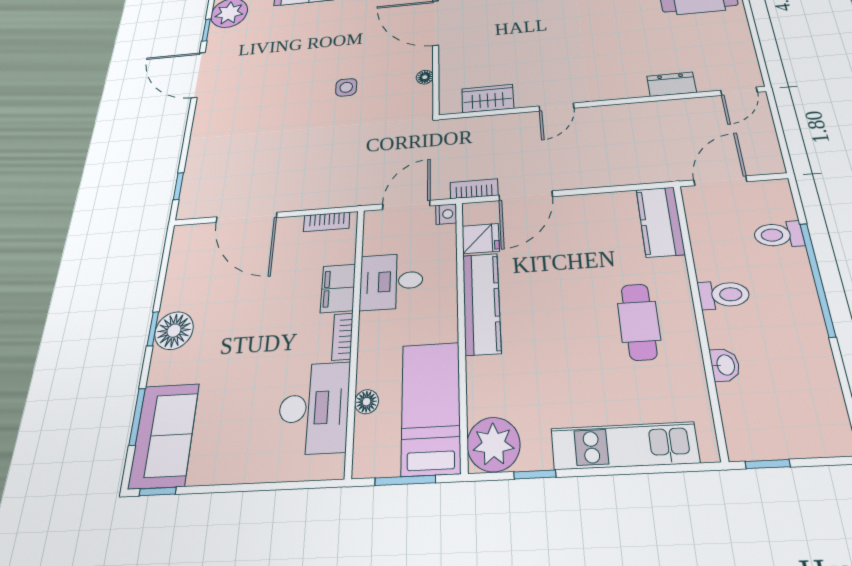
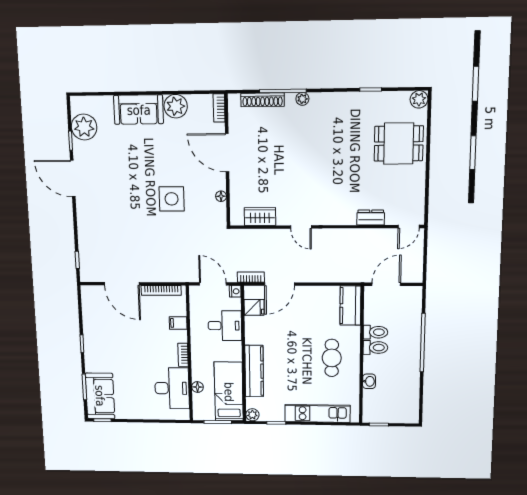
side table: (346, 87) -> (172, 199), width x1.87, depth x1.87
door: (556, 107) -> (301, 227), hinge flipped
door: (406, 205) -> (213, 284), hinge flipped
bookcase: (327, 222) -> (161, 290), width x1.56
toilet: (779, 235) -> (375, 332), moved, turned 180
desk: (391, 281) -> (225, 326), moved, turned 180
filing cabinet: (338, 288) -> (178, 323), width x0.50
kitchen counter: (481, 303) -> (254, 371), moved
floor lamp: (174, 331) -> (94, 346), removed
plant: (493, 444) -> (252, 415), width x0.53, depth x0.53

